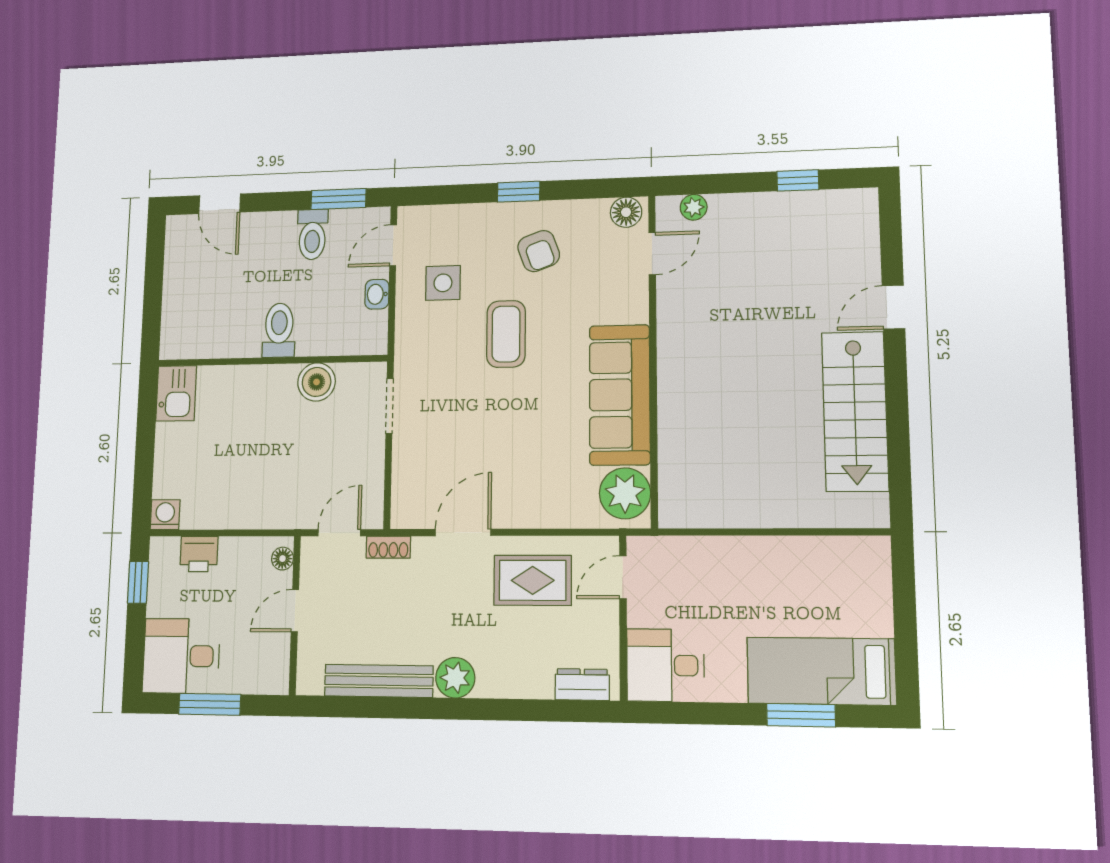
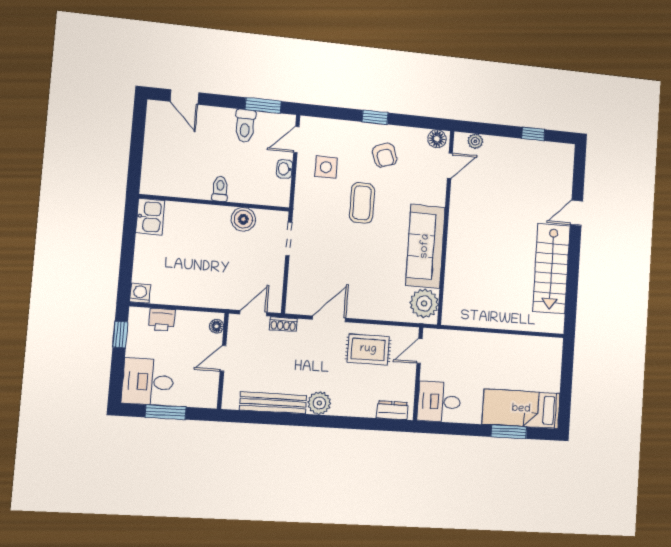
toilet: (279, 330) -> (220, 189), width x0.73, depth x0.72

